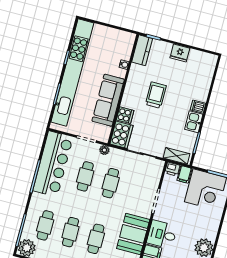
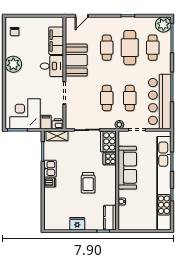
cafe table: (70, 232) -> (130, 48), width x1.37, depth x1.35

